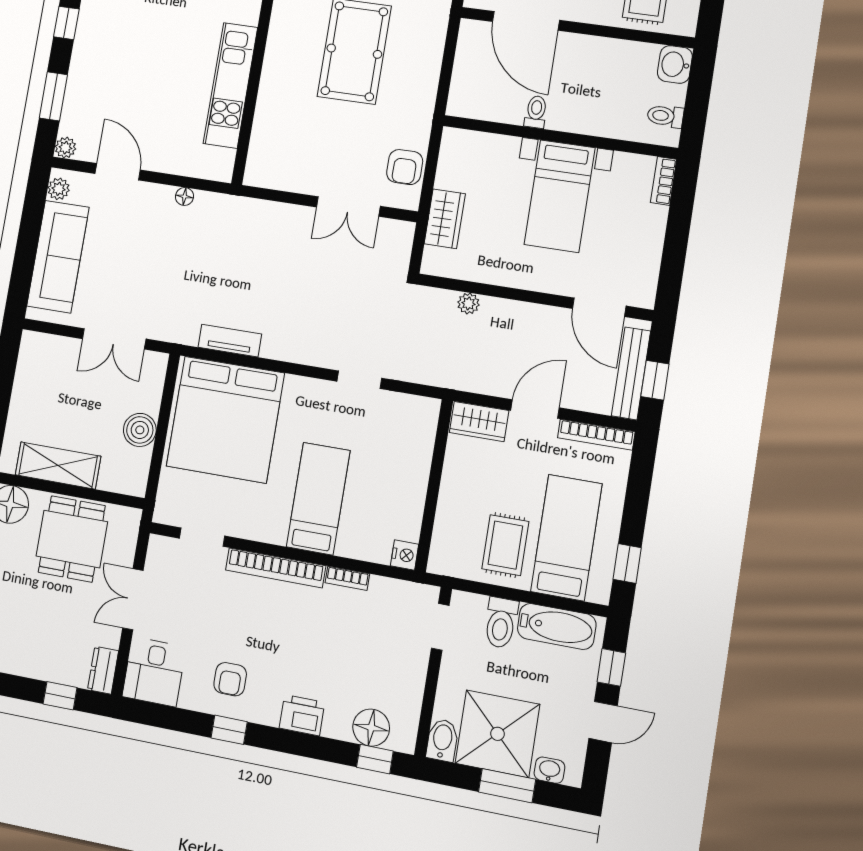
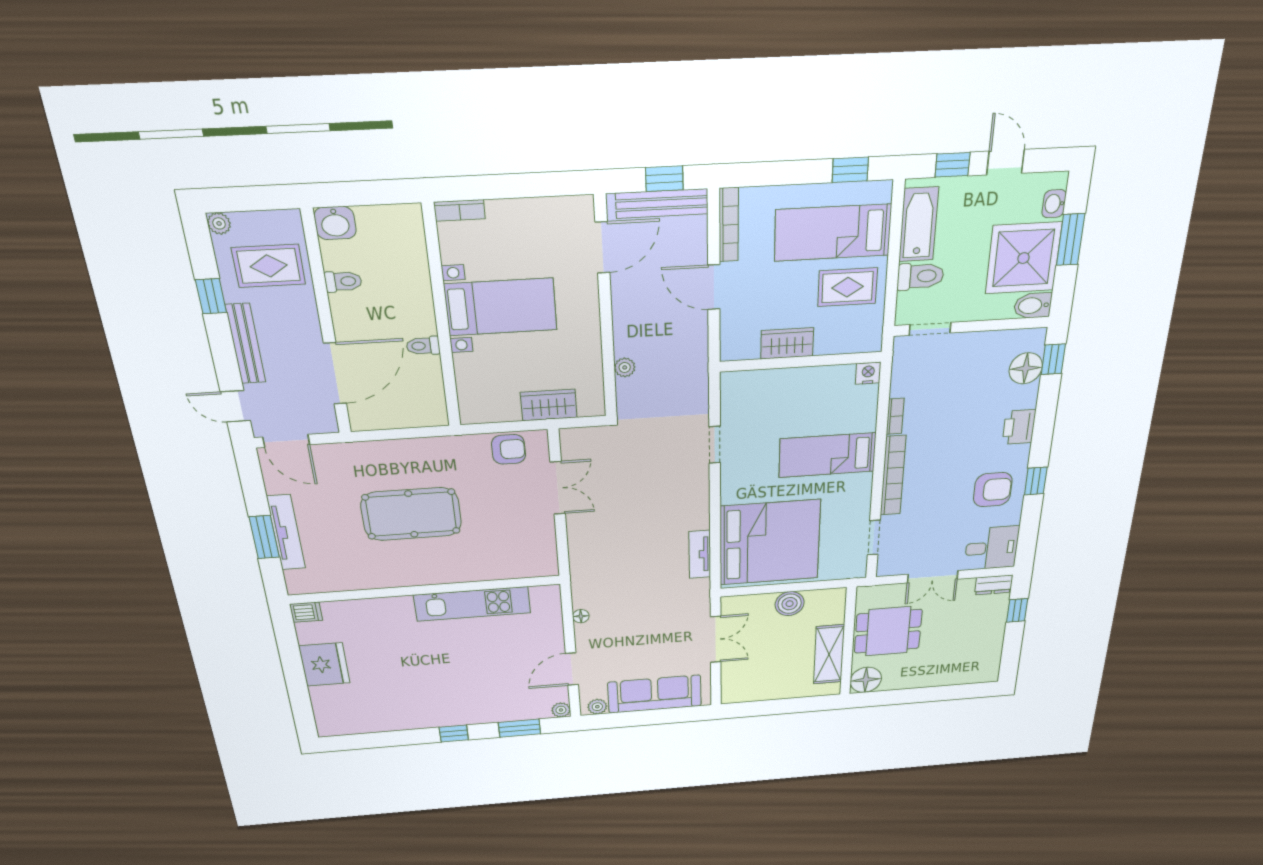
toilet: (665, 116) -> (343, 281), moved, turned -90
wardrobe: (479, 422) -> (787, 343), moved, turned -90
armchair: (230, 679) -> (993, 490), width x1.38, depth x1.38

